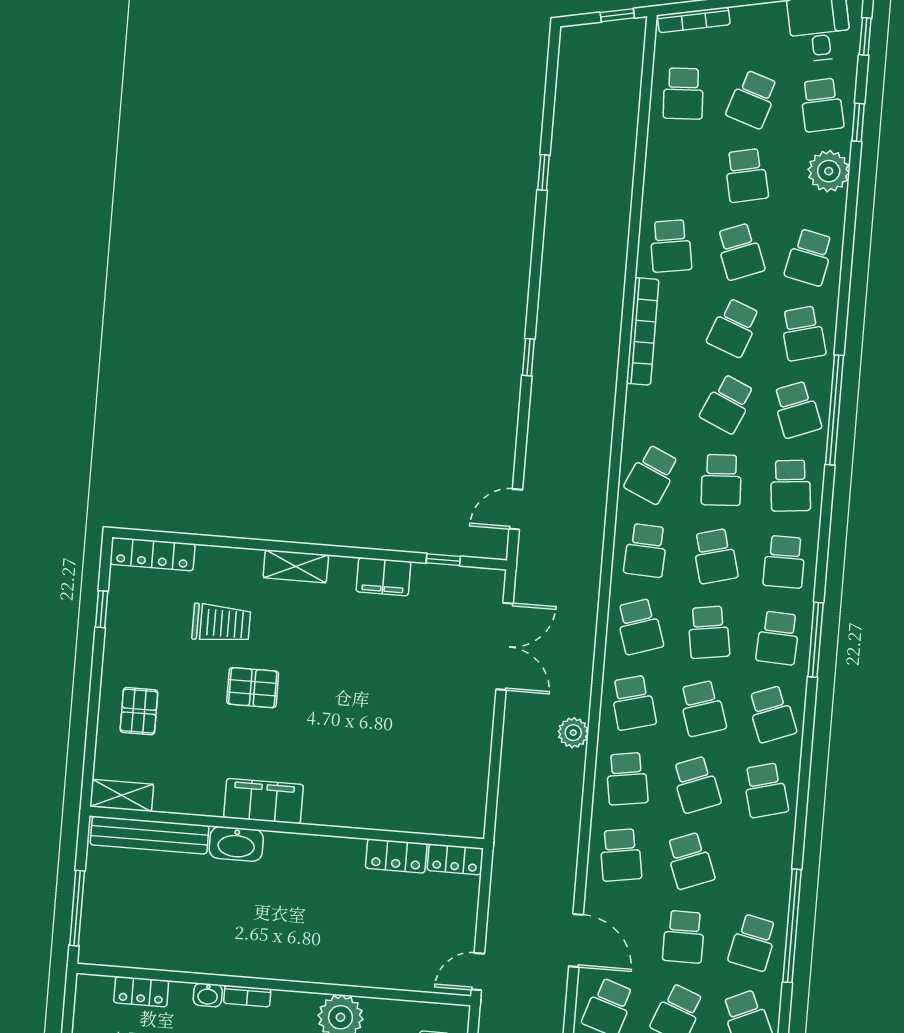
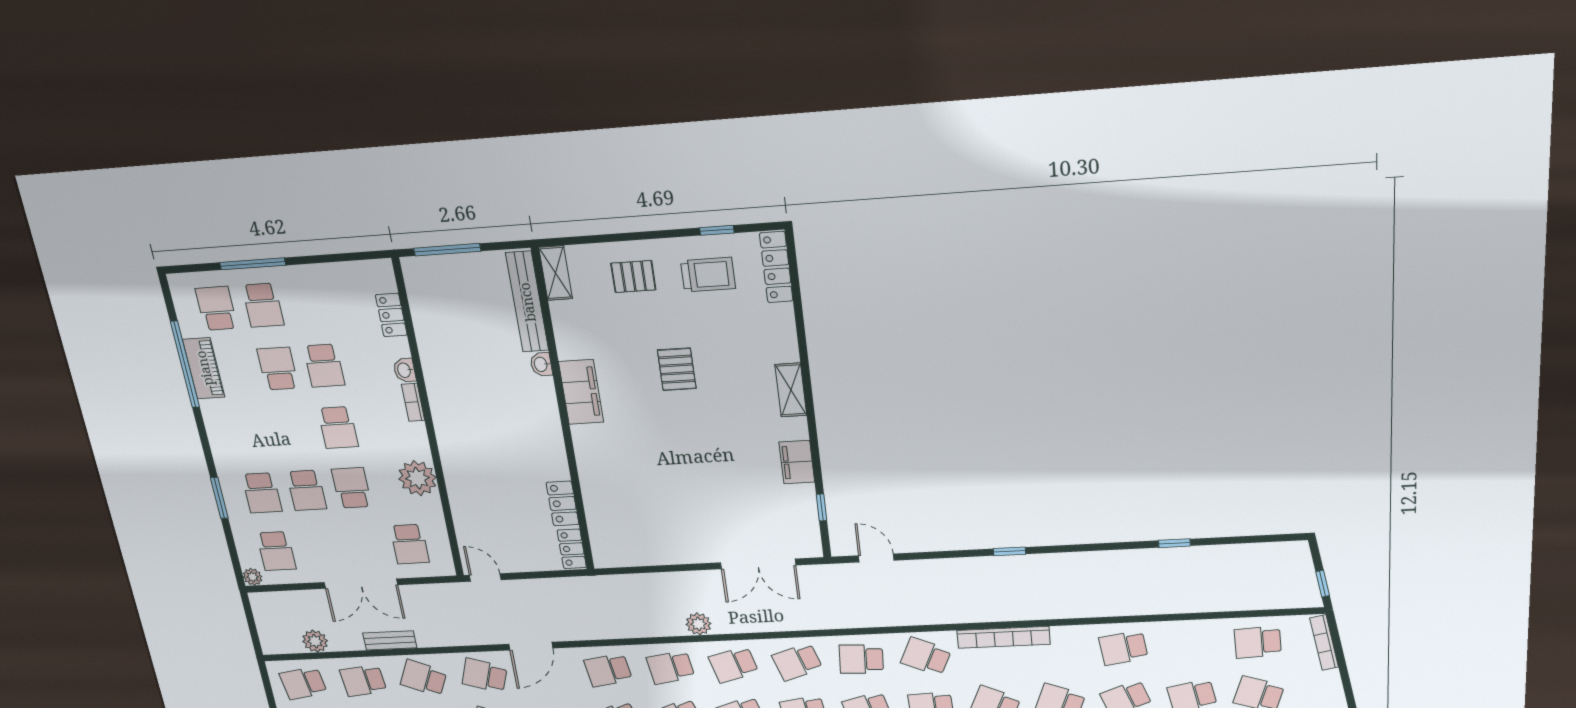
bookcase: (643, 331) -> (1004, 637), moved
trolley: (221, 623) -> (708, 275), moved, turned -90
washbasin: (236, 844) -> (541, 364), width x0.52, depth x0.69

